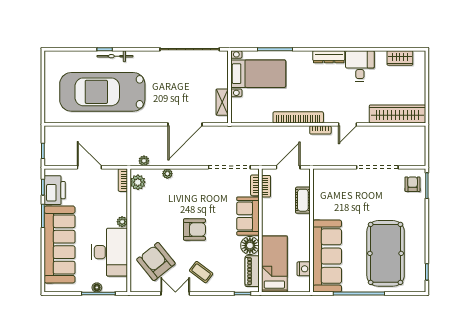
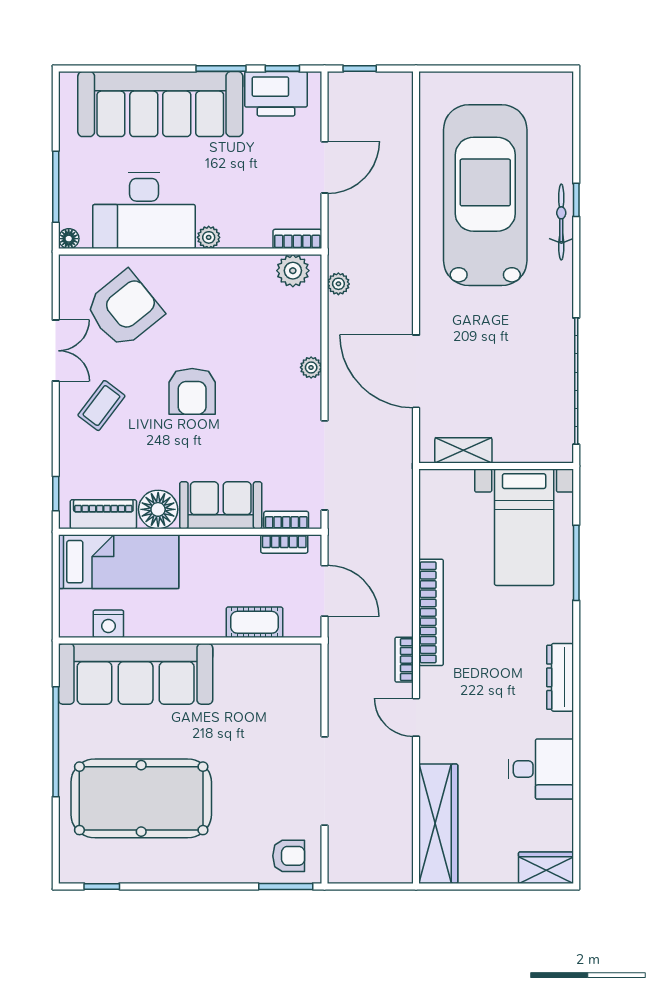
wardrobe: (400, 58) -> (546, 868), moved, turned 90
desk: (360, 66) -> (541, 769), moved
plant: (167, 174) -> (311, 367), moved
floor lamp: (97, 287) -> (69, 239), moved

